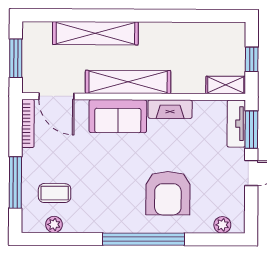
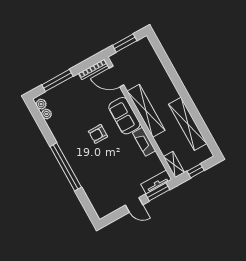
shelving: (95, 33) -> (188, 124), moved
door: (56, 96) -> (116, 77), hinge flipped
coffee table: (55, 193) -> (64, 105), removed
armchair: (168, 193) -> (98, 134), moved, width x0.53, depth x0.53
plant: (222, 225) -> (41, 104), moved

